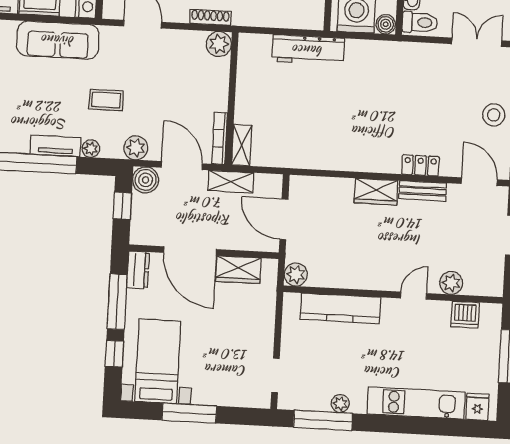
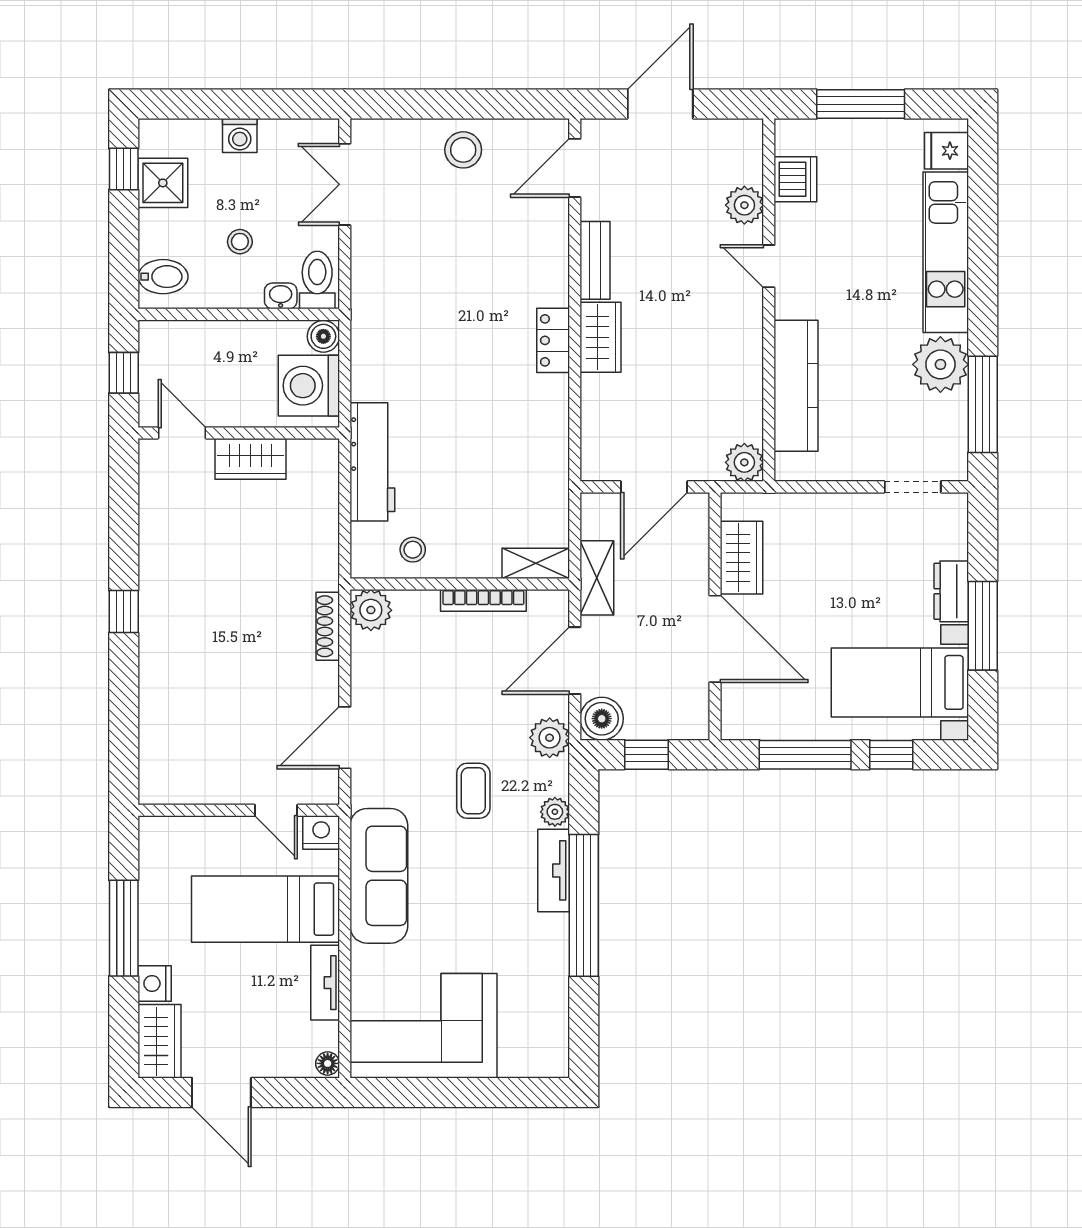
stool: (254, 71) -> (413, 550), added
bookcase: (220, 138) -> (483, 600), moved
locker: (420, 165) -> (553, 340), moved
door: (190, 251) -> (715, 639), hinge flipped
dresser: (138, 270) -> (951, 591), moved, turned -90
plant: (340, 404) -> (940, 364), width x1.87, depth x1.87

